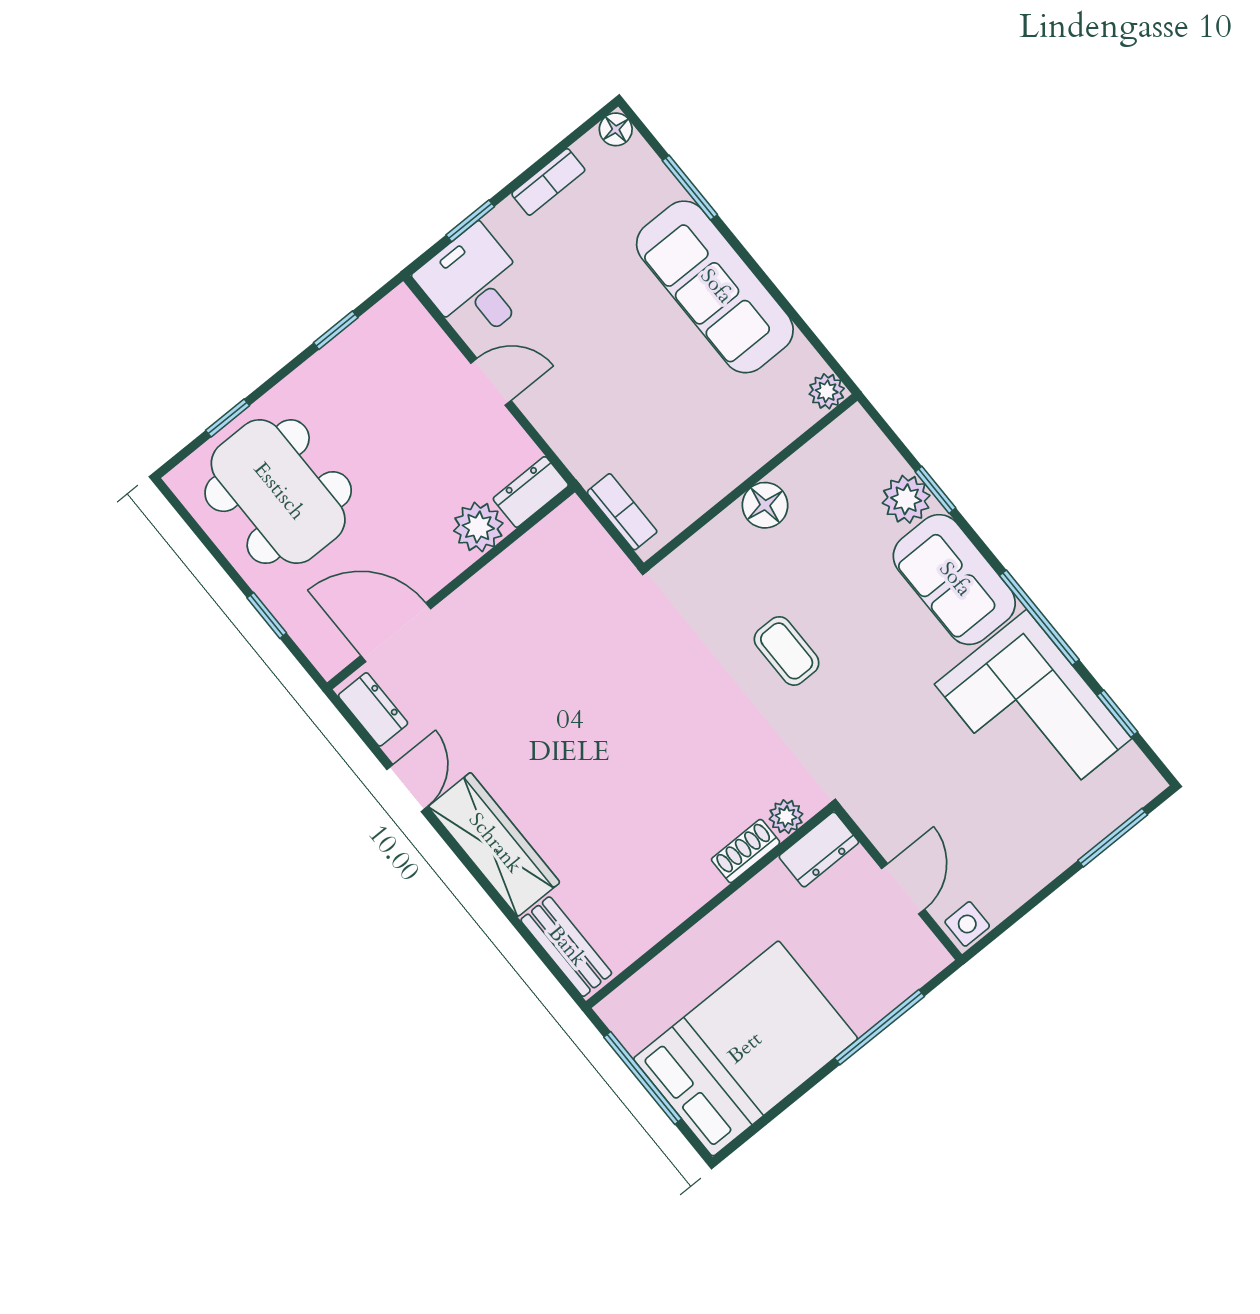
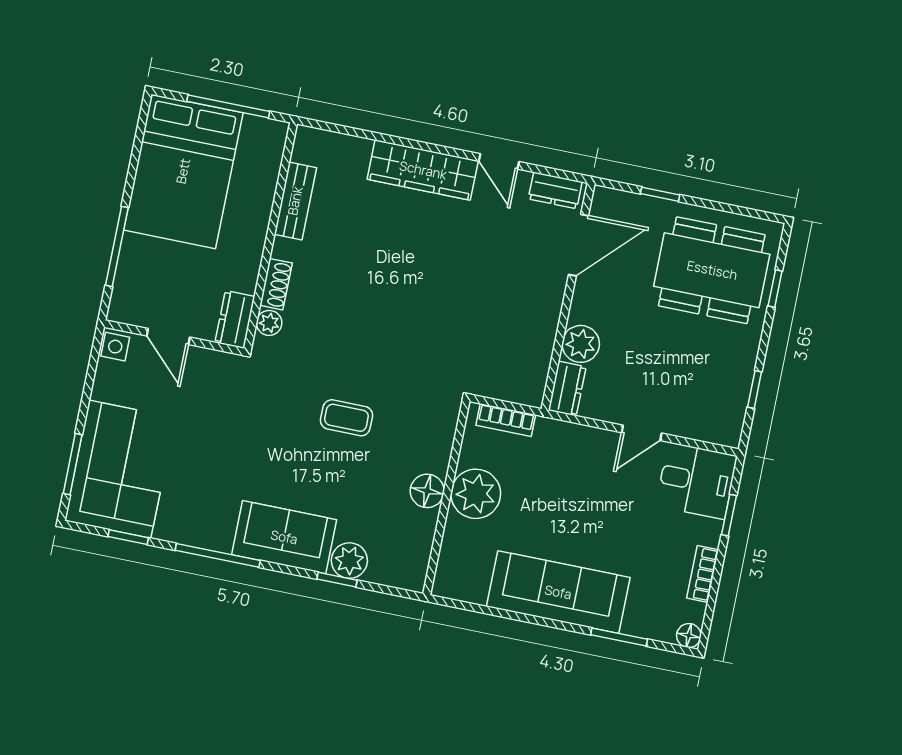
plant: (827, 391) -> (476, 494), moved, width x1.87, depth x1.87
corner sofa: (1033, 711) -> (120, 469), moved, turned 90
bench: (566, 947) -> (295, 201), moved, turned 90

